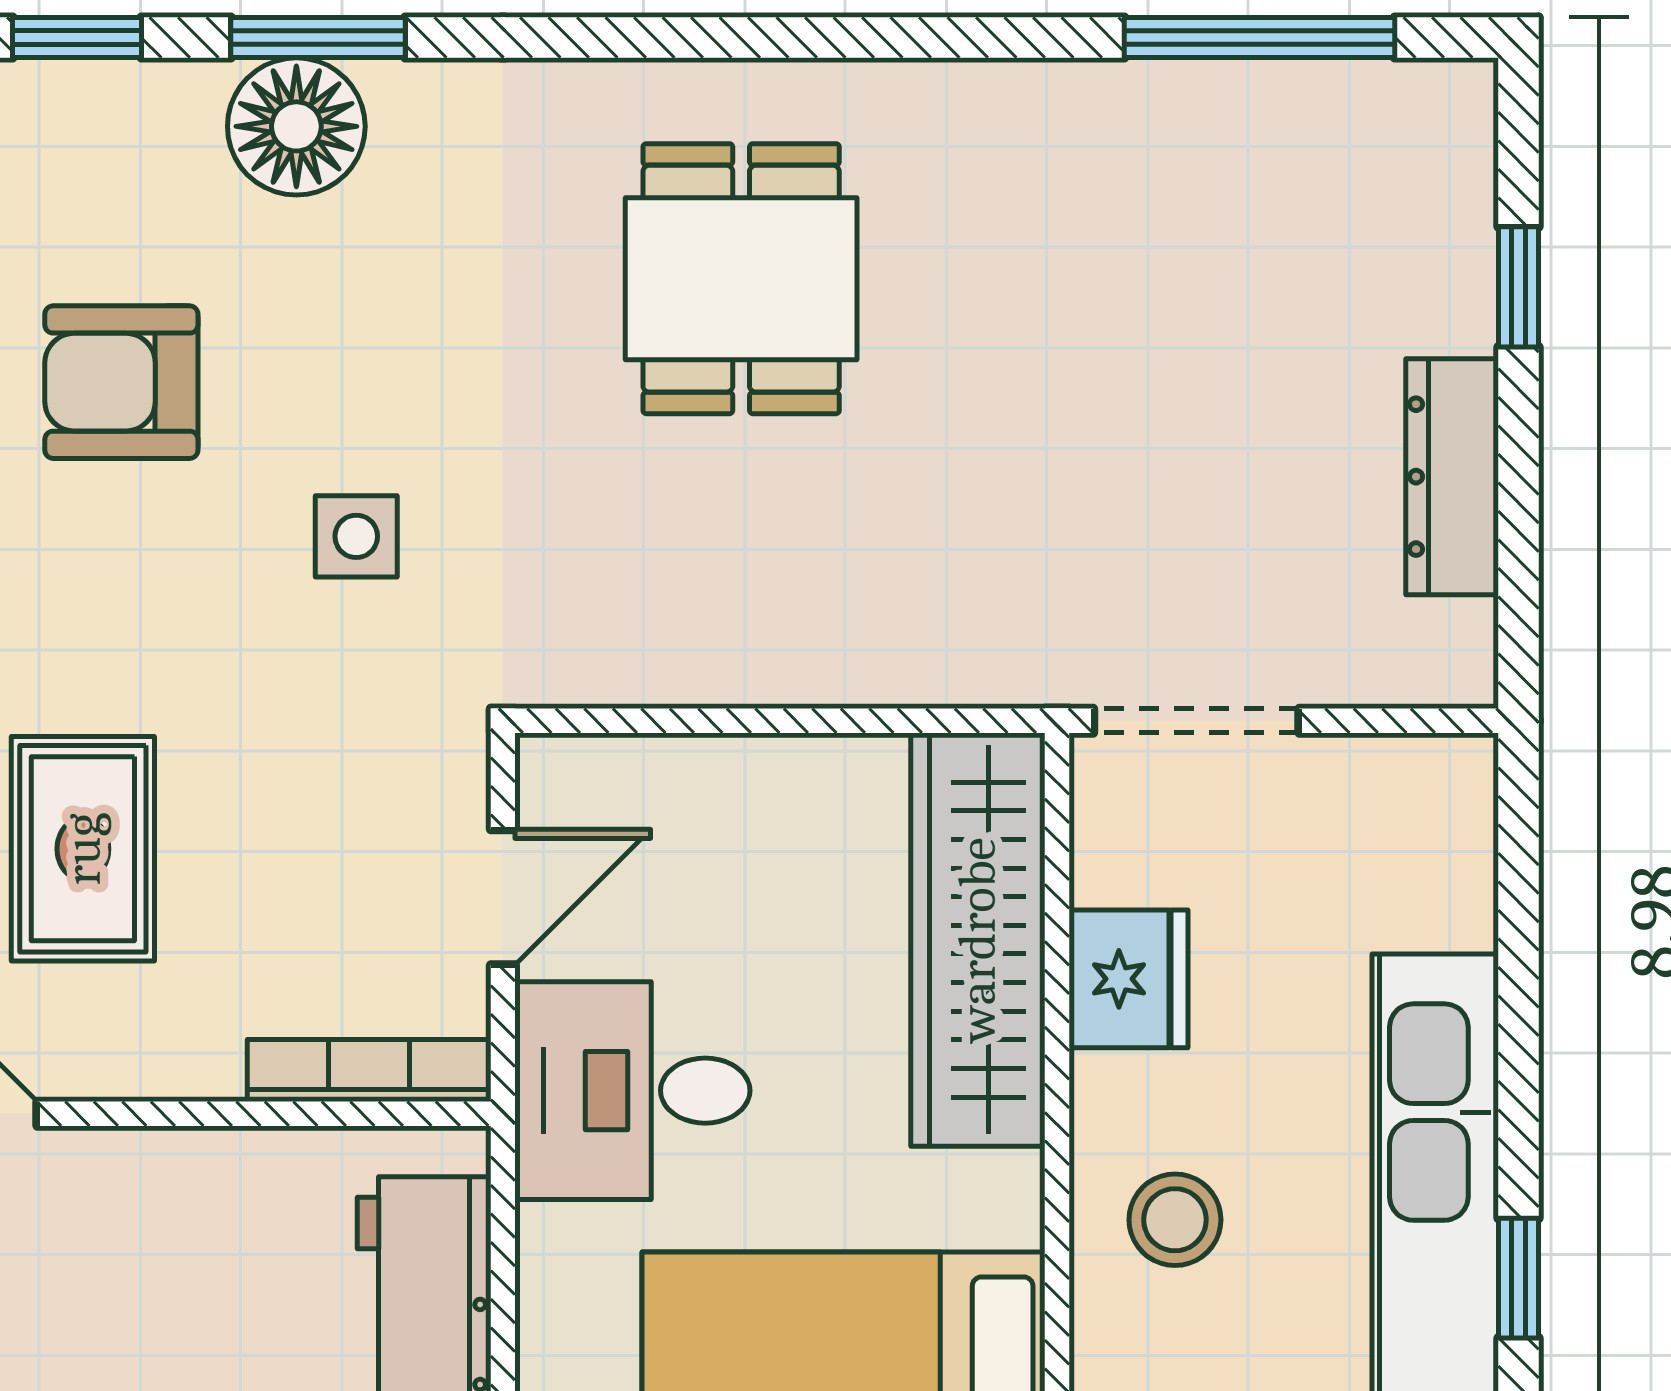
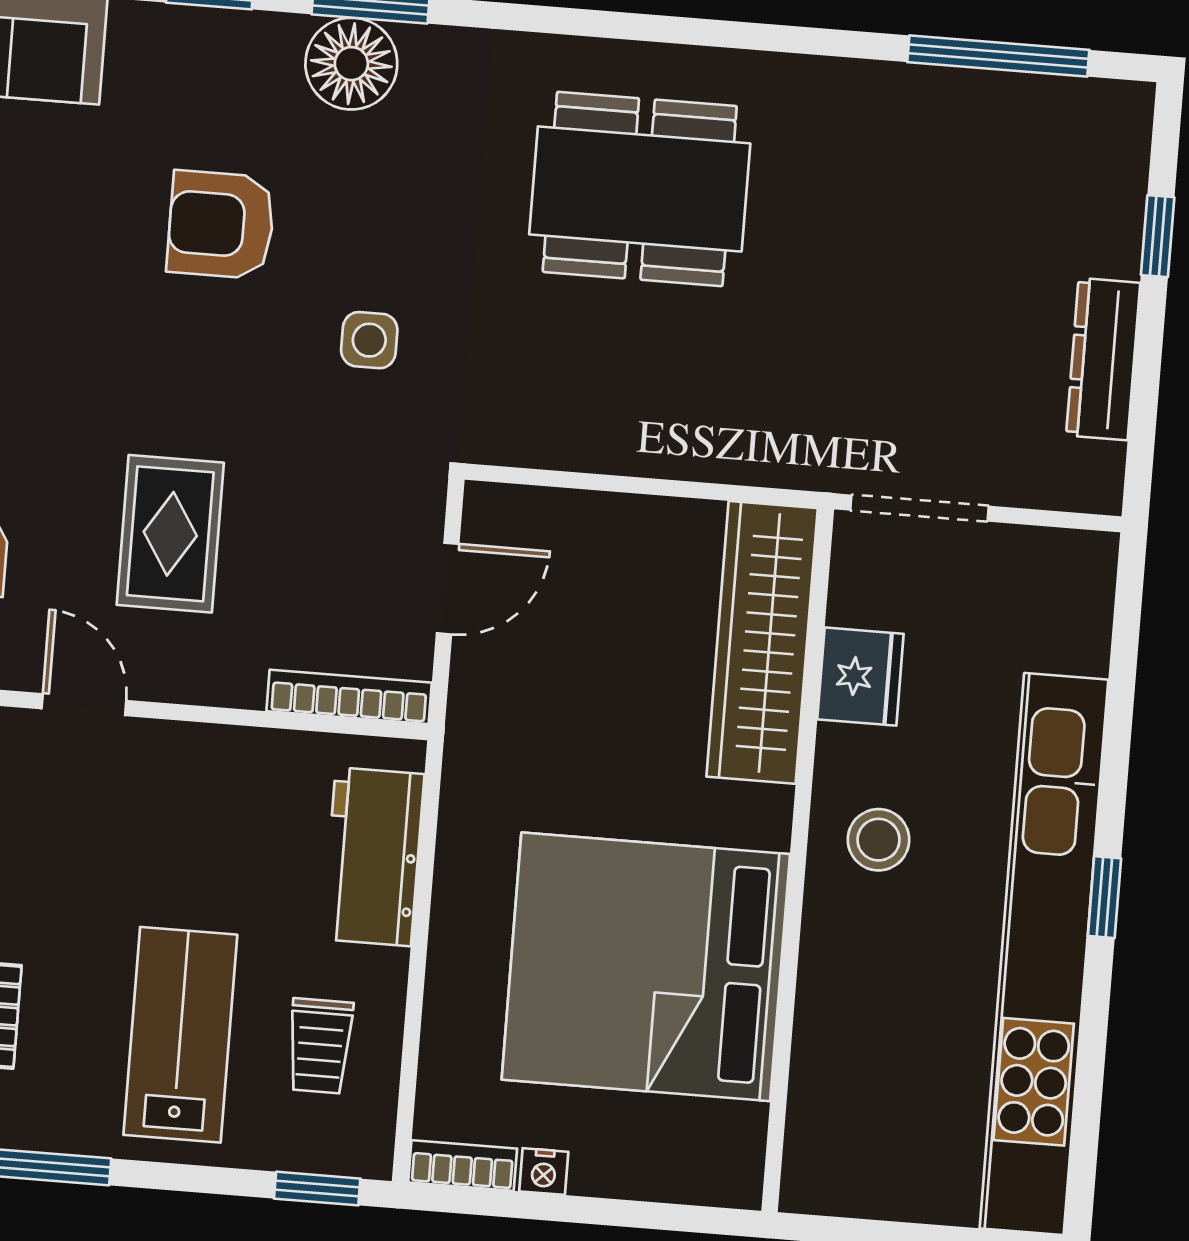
dining table: (741, 279) -> (640, 189), width x1.38
desk: (632, 1091) -> (524, 724), removed

